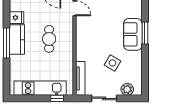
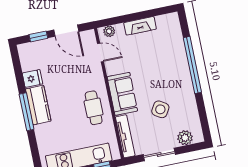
window: (145, 33) -> (192, 65), width x2.11
sofa: (133, 34) -> (122, 94), moved, turned 180
cafe table: (49, 39) -> (94, 108), moved

